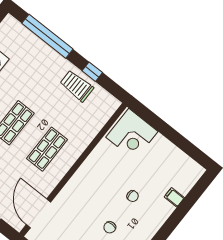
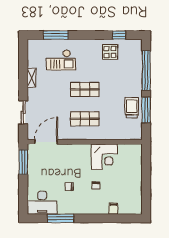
window: (92, 72) -> (146, 110), width x2.17
corner desk: (132, 134) -> (104, 157), moved, turned -90

